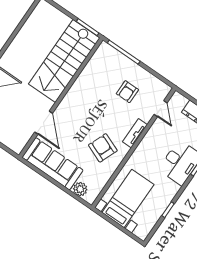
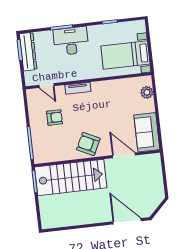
door: (161, 109) -> (46, 86), swing flipped
door: (44, 123) -> (124, 155), hinge flipped
armchair: (103, 148) -> (88, 144), moved, turned 94
sofa: (53, 164) -> (147, 132), width x0.73

